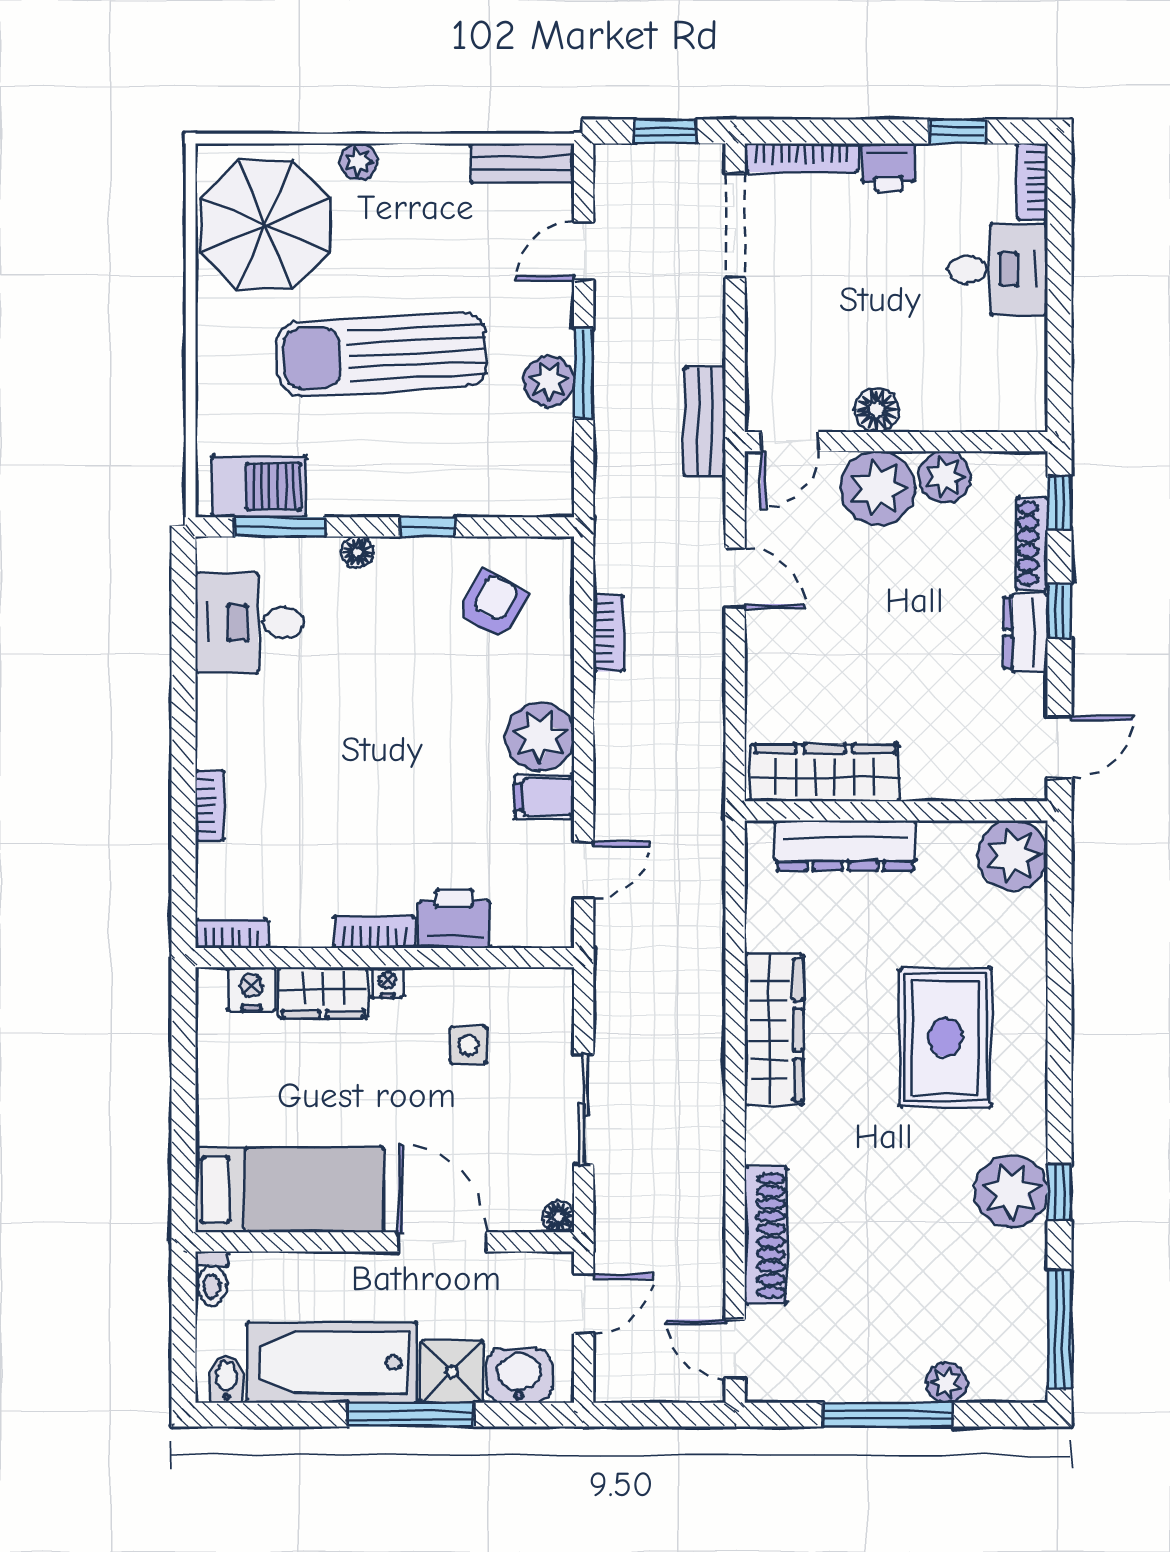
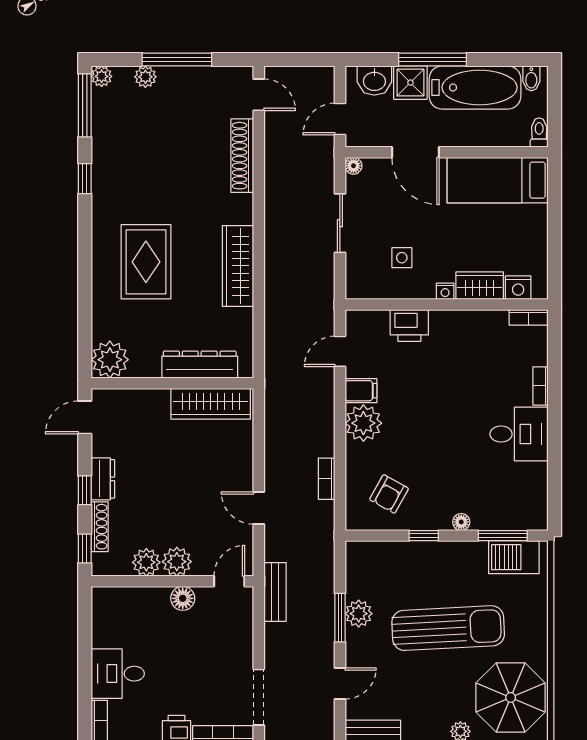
plant: (878, 488) -> (177, 562), width x0.73, depth x0.73
desk: (250, 623) -> (519, 434), moved
bookcase: (374, 932) -> (452, 318), removed
plant: (1011, 1191) -> (102, 76), moved, width x0.53, depth x0.53

